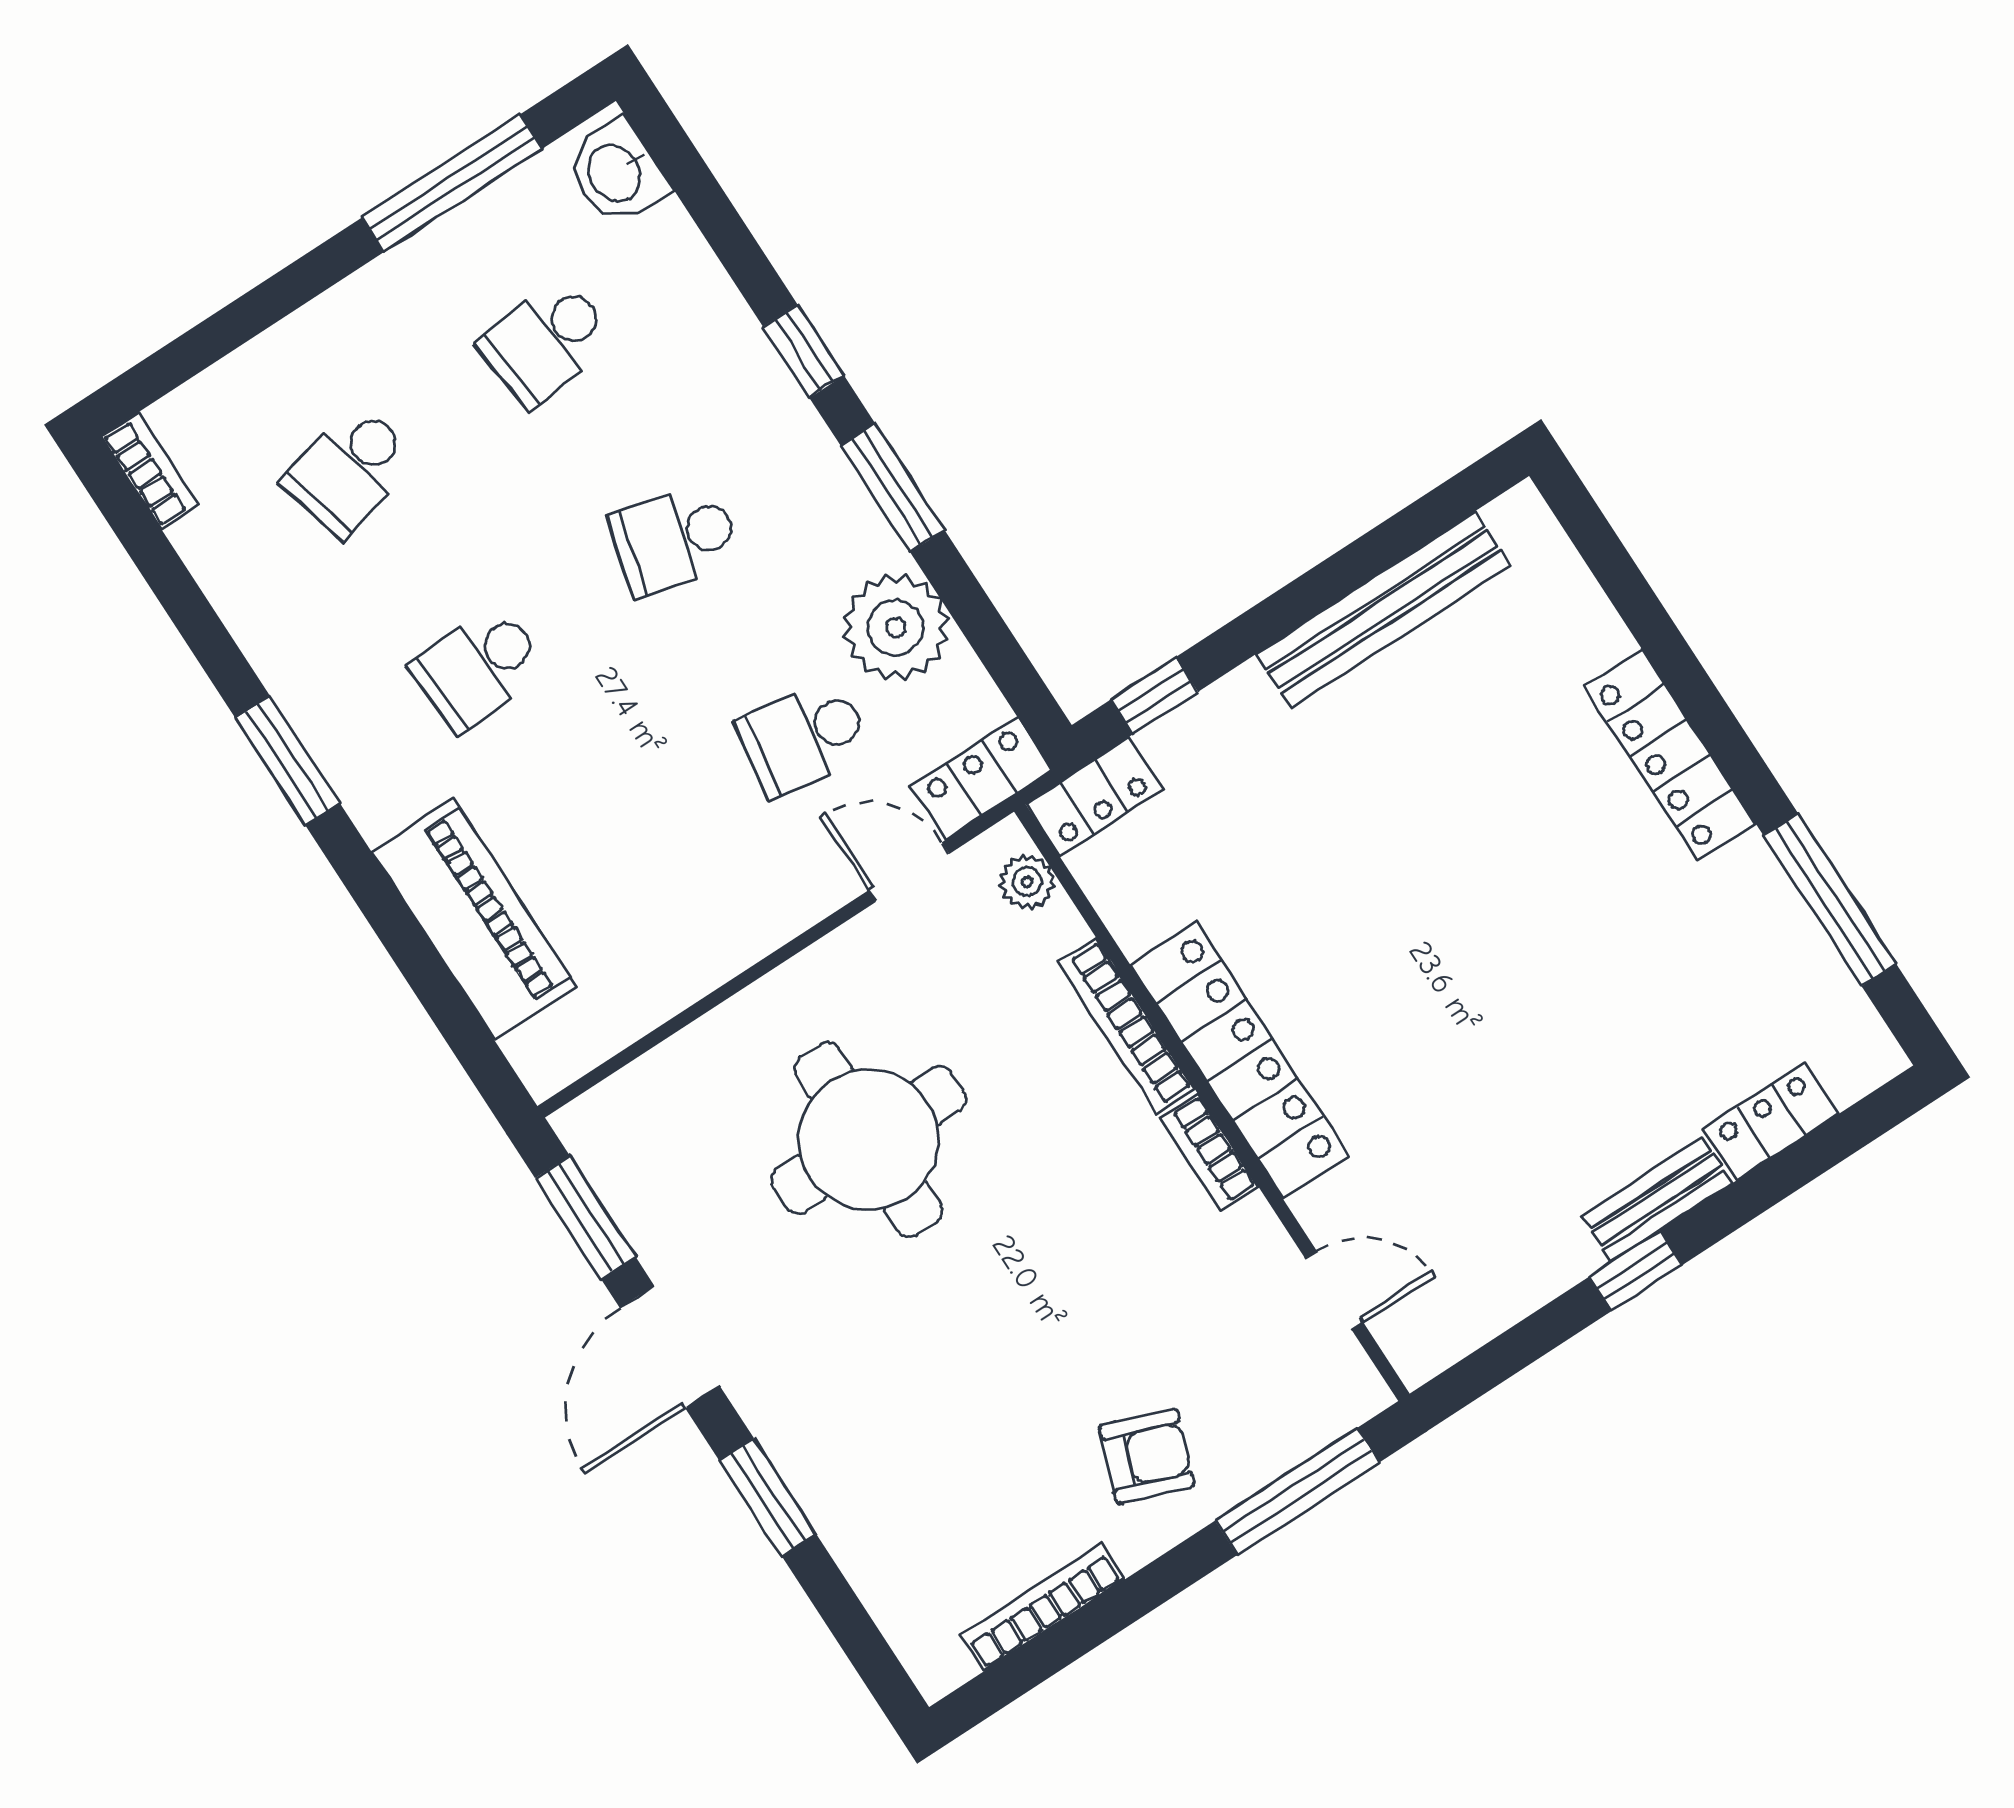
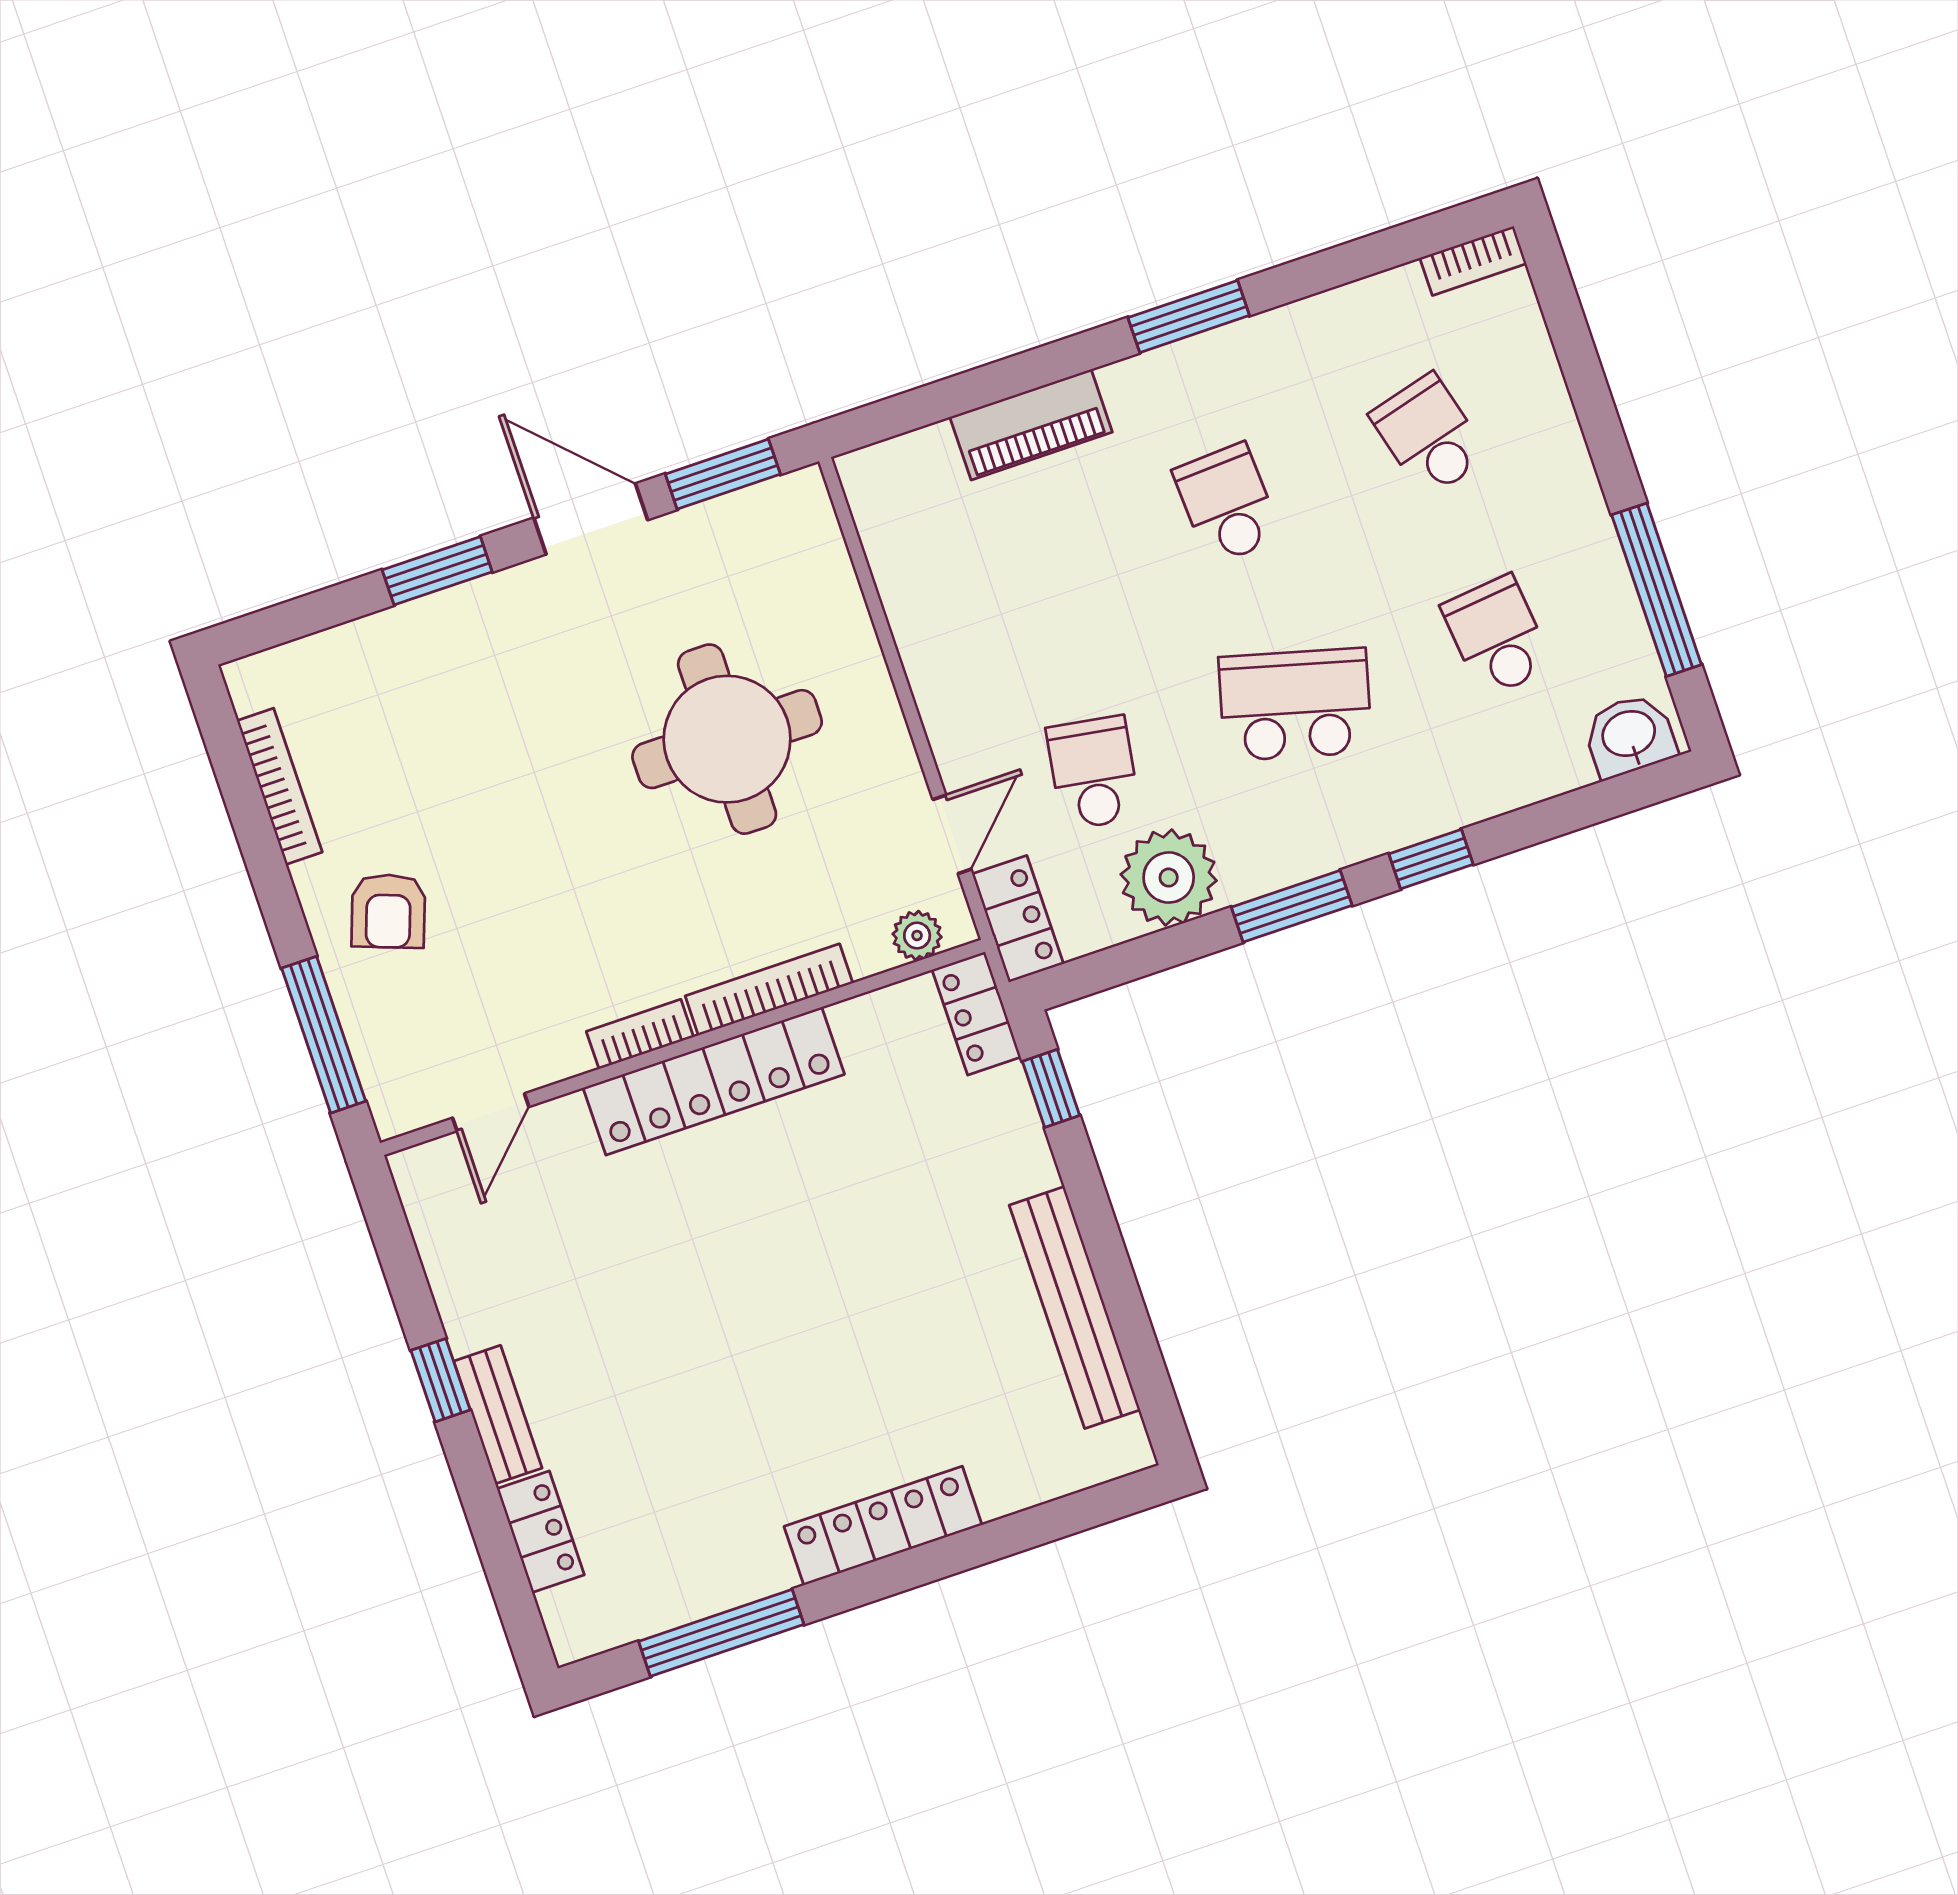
school desk: (675, 539) -> (1295, 705), width x1.85
piano: (474, 919) -> (1031, 425), width x0.73, depth x0.75

